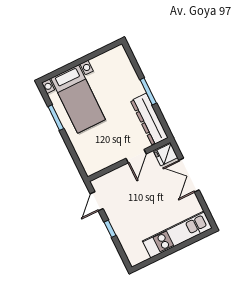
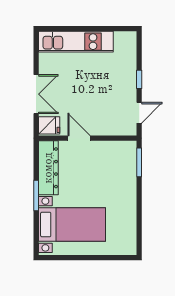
bed with nightstands: (78, 99) -> (72, 225), moved, turned 90
window: (56, 118) -> (139, 162), moved
door: (136, 156) -> (79, 138), hinge flipped

